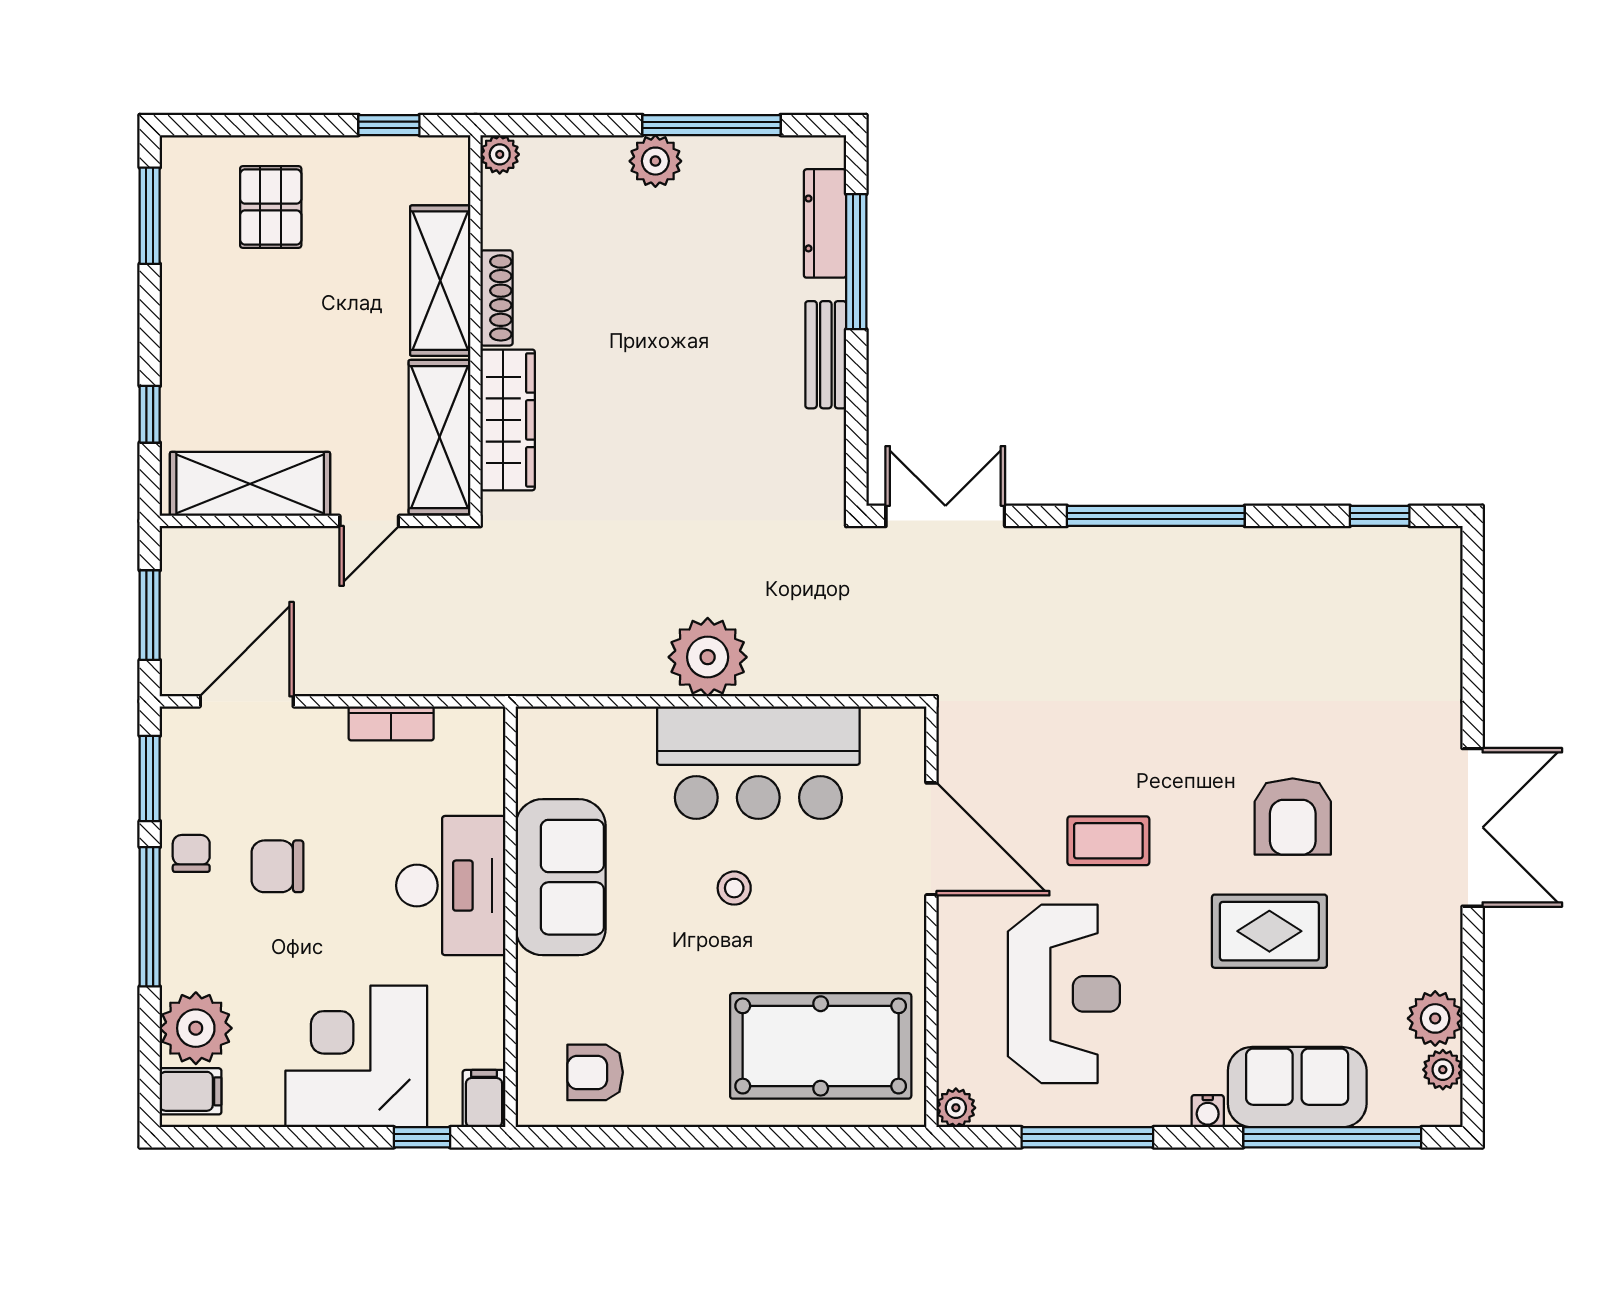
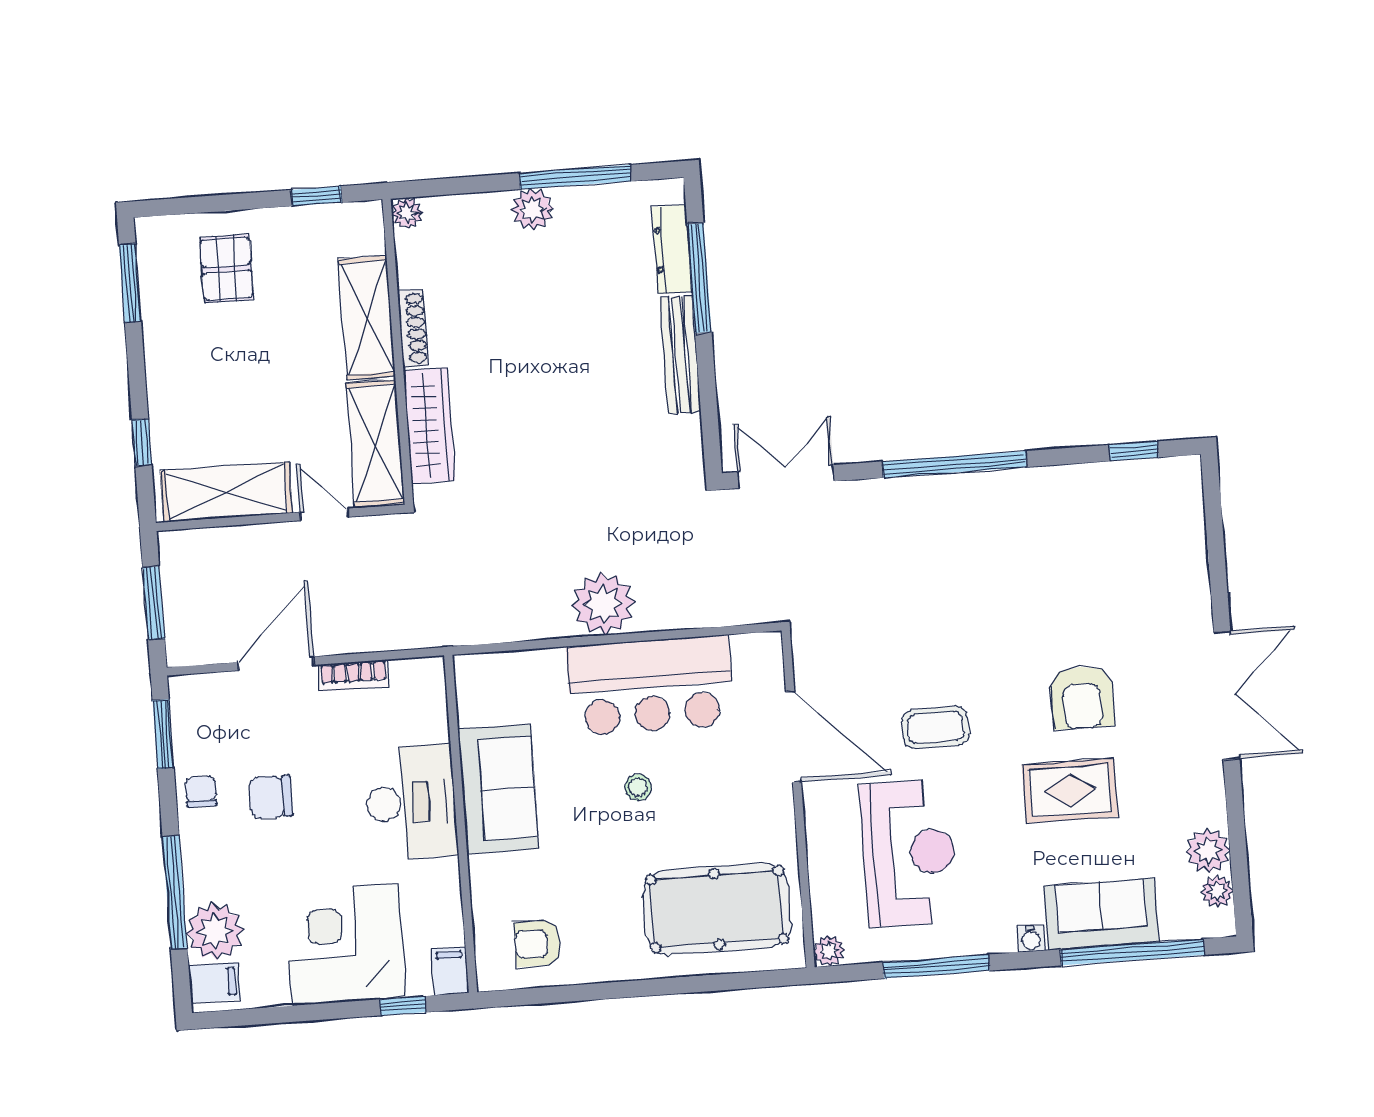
bench: (826, 355) -> (680, 354), width x1.36
door: (369, 521) -> (324, 515), swing flipped
door: (247, 701) -> (276, 664), moved
window: (150, 917) -> (175, 892), moved

